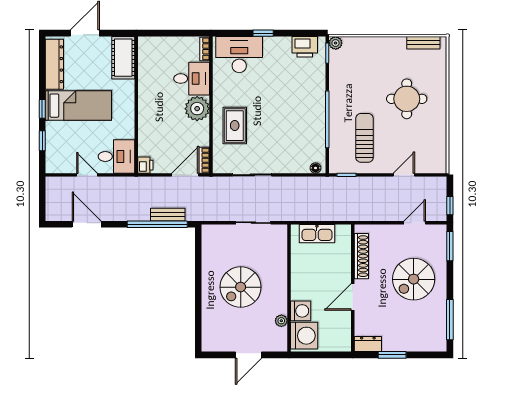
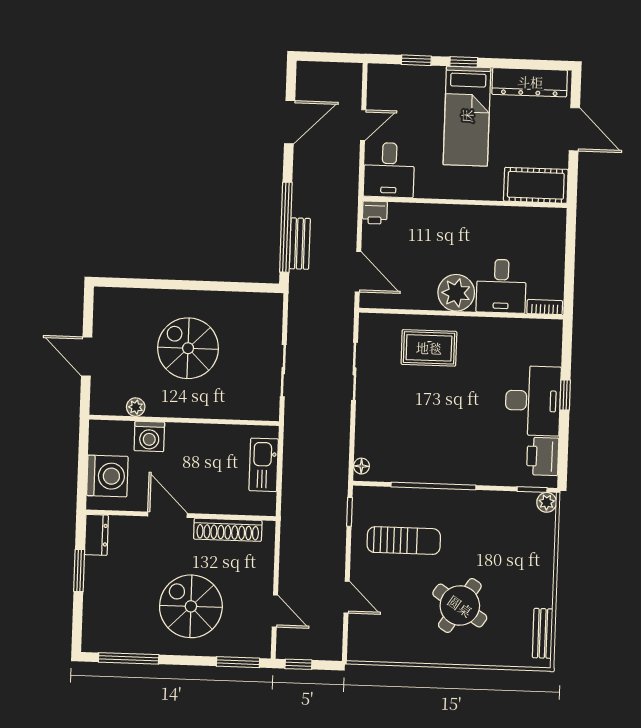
desk: (239, 55) -> (533, 401), moved
round table: (407, 99) -> (460, 606), turned 33
bookcase: (204, 160) -> (379, 301), removed
washing machine: (304, 336) -> (107, 476), moved, turned -90

